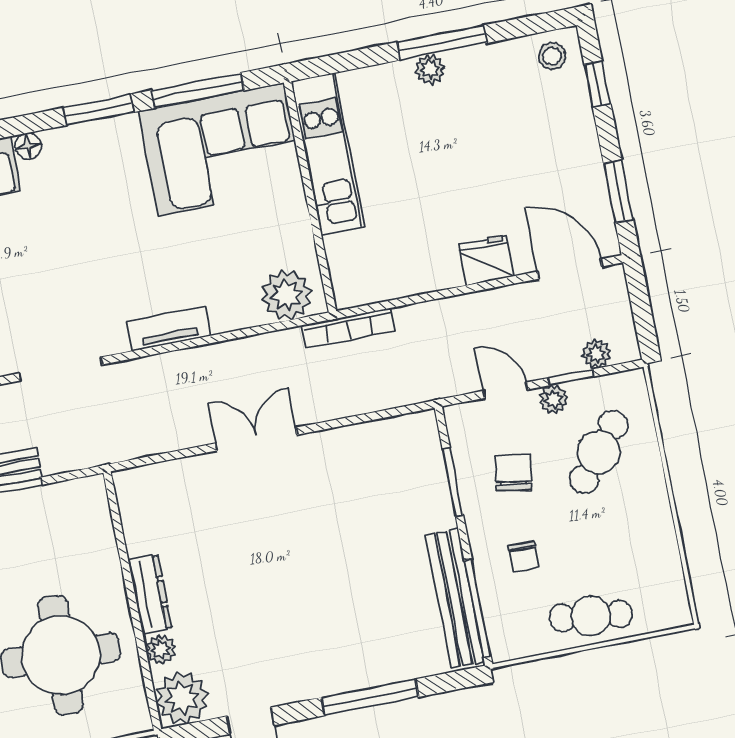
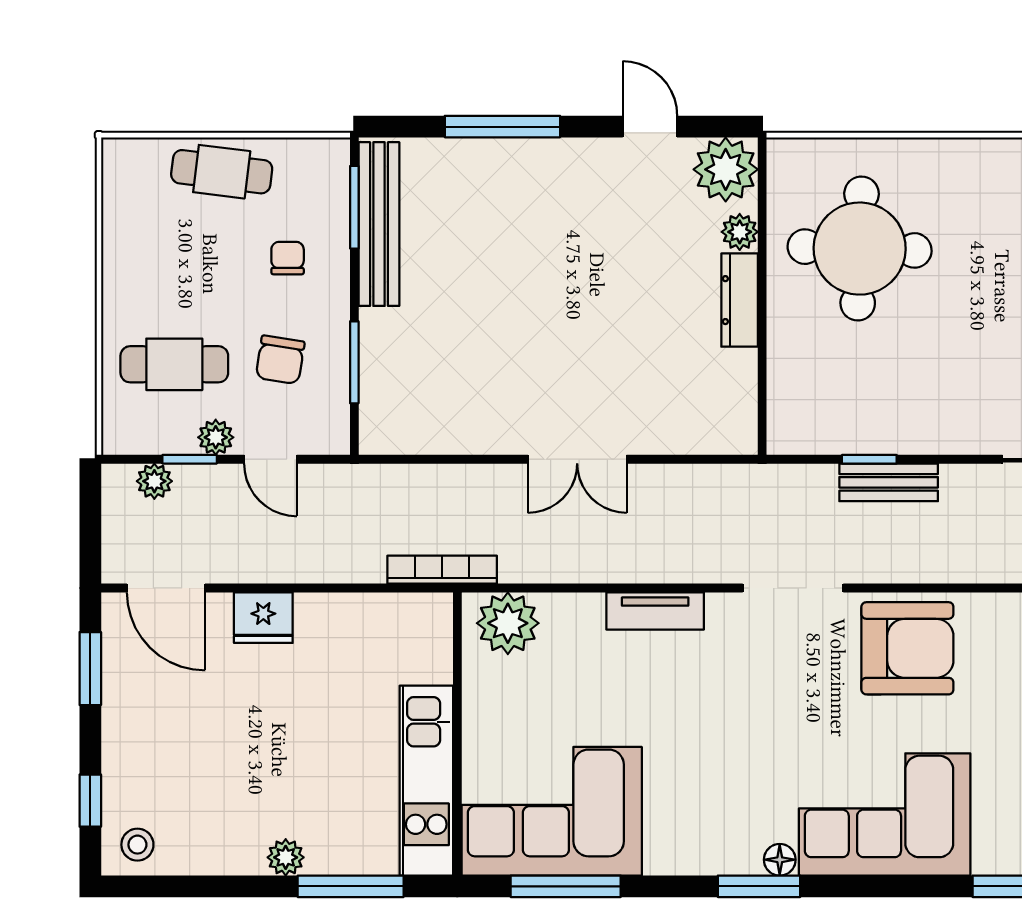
window: (442, 42) -> (351, 886), moved
window: (98, 110) -> (759, 886), moved
cafe table: (599, 452) -> (174, 364), turned 51
window: (478, 608) -> (354, 207), width x0.69

